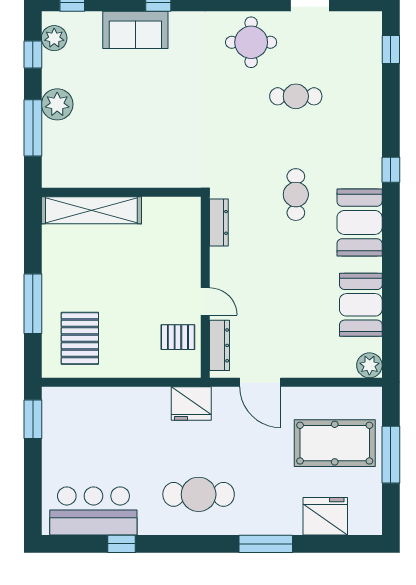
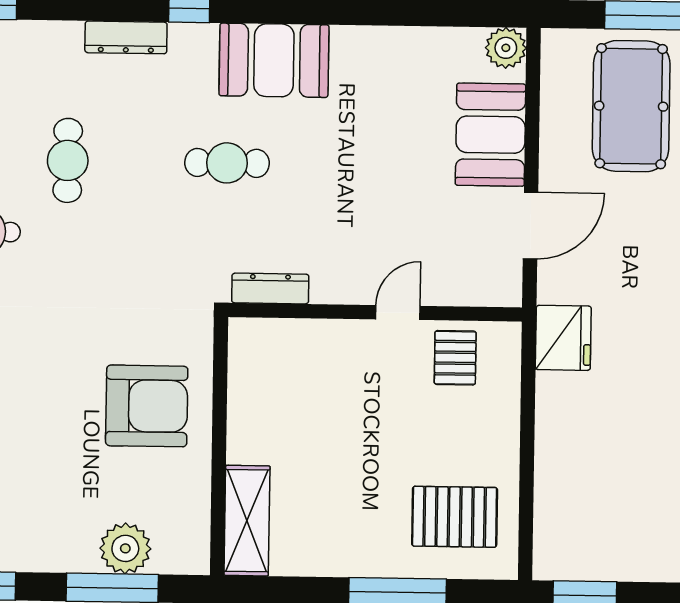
plant: (57, 104) -> (125, 548), moved
armchair: (145, 147) -> (147, 406), added
shelving: (91, 210) -> (247, 521), width x0.68
booth: (361, 305) -> (491, 135), moved, turned 90
dresser: (219, 345) -> (126, 37), moved, turned 180

